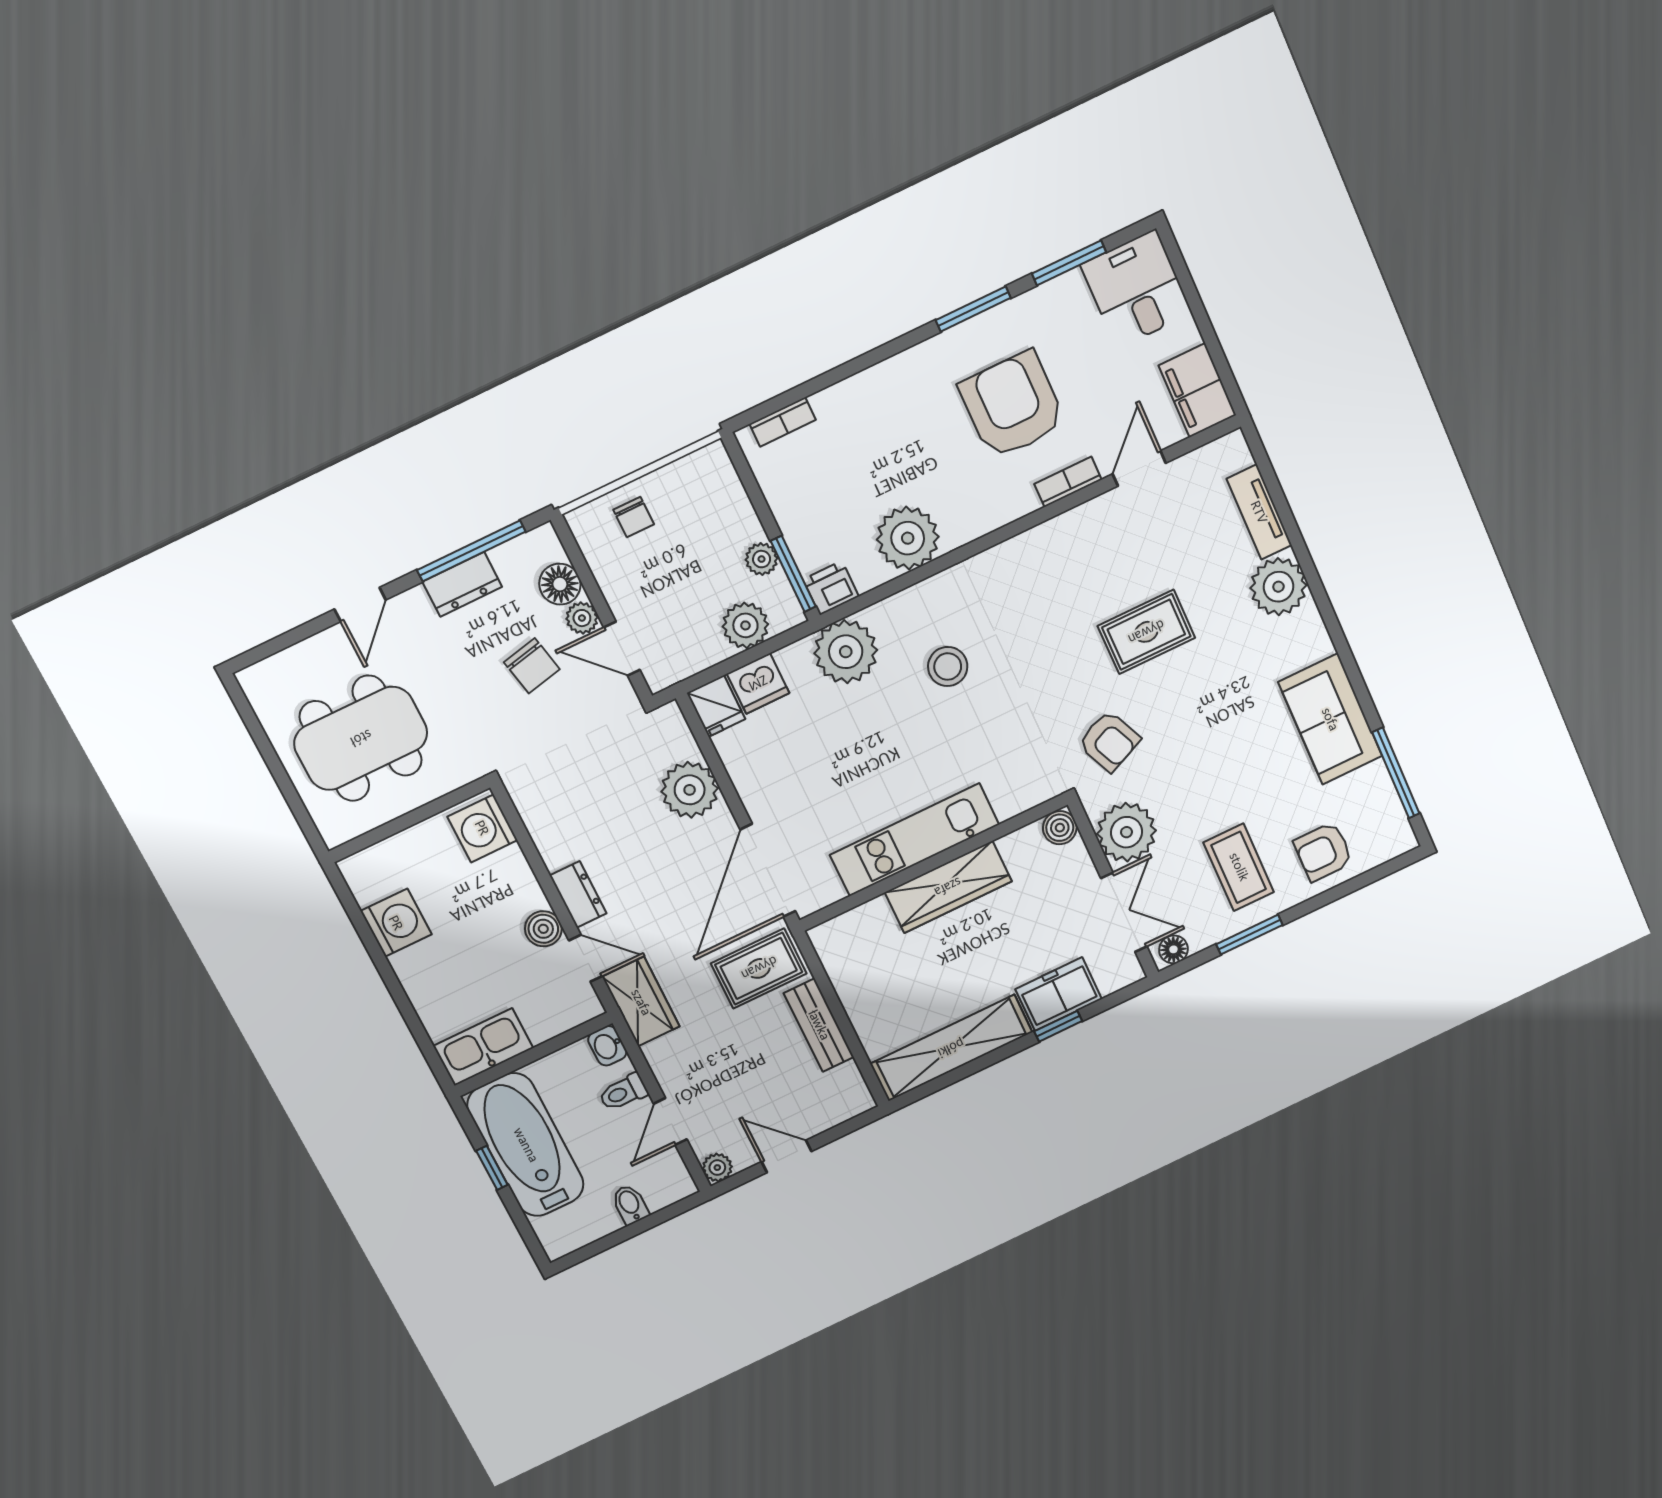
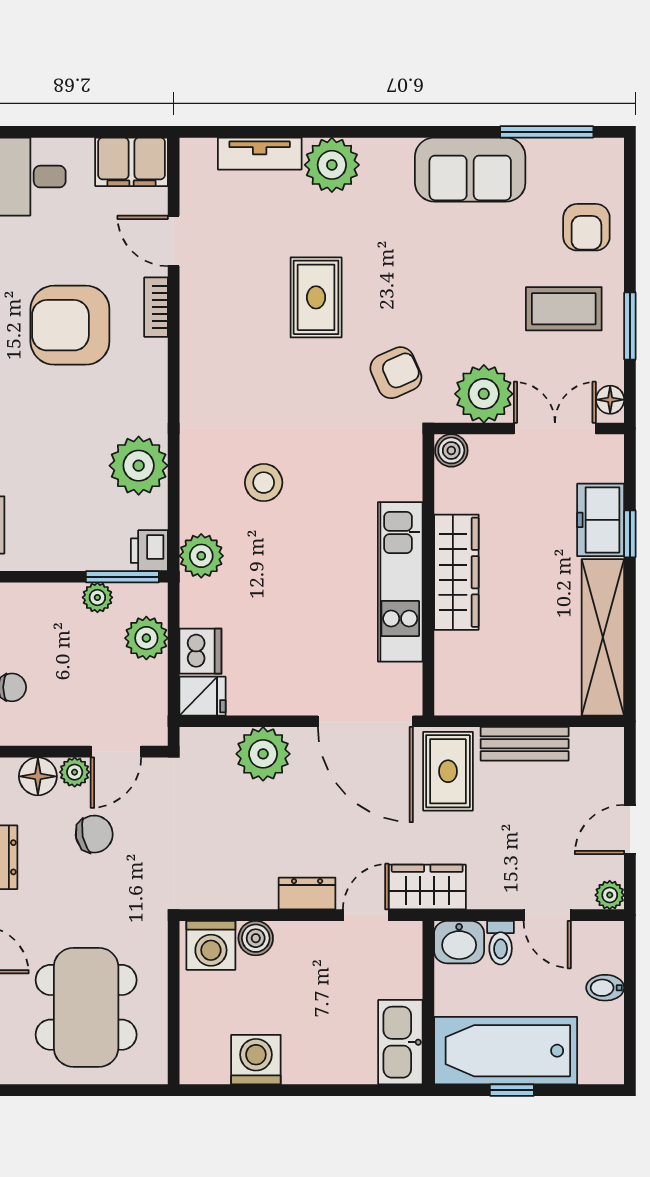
plant: (846, 652) -> (201, 556), width x0.73, depth x0.73
boiler: (543, 929) -> (256, 938), moved
washbasin: (607, 1046) -> (459, 942), width x1.38, depth x1.45

